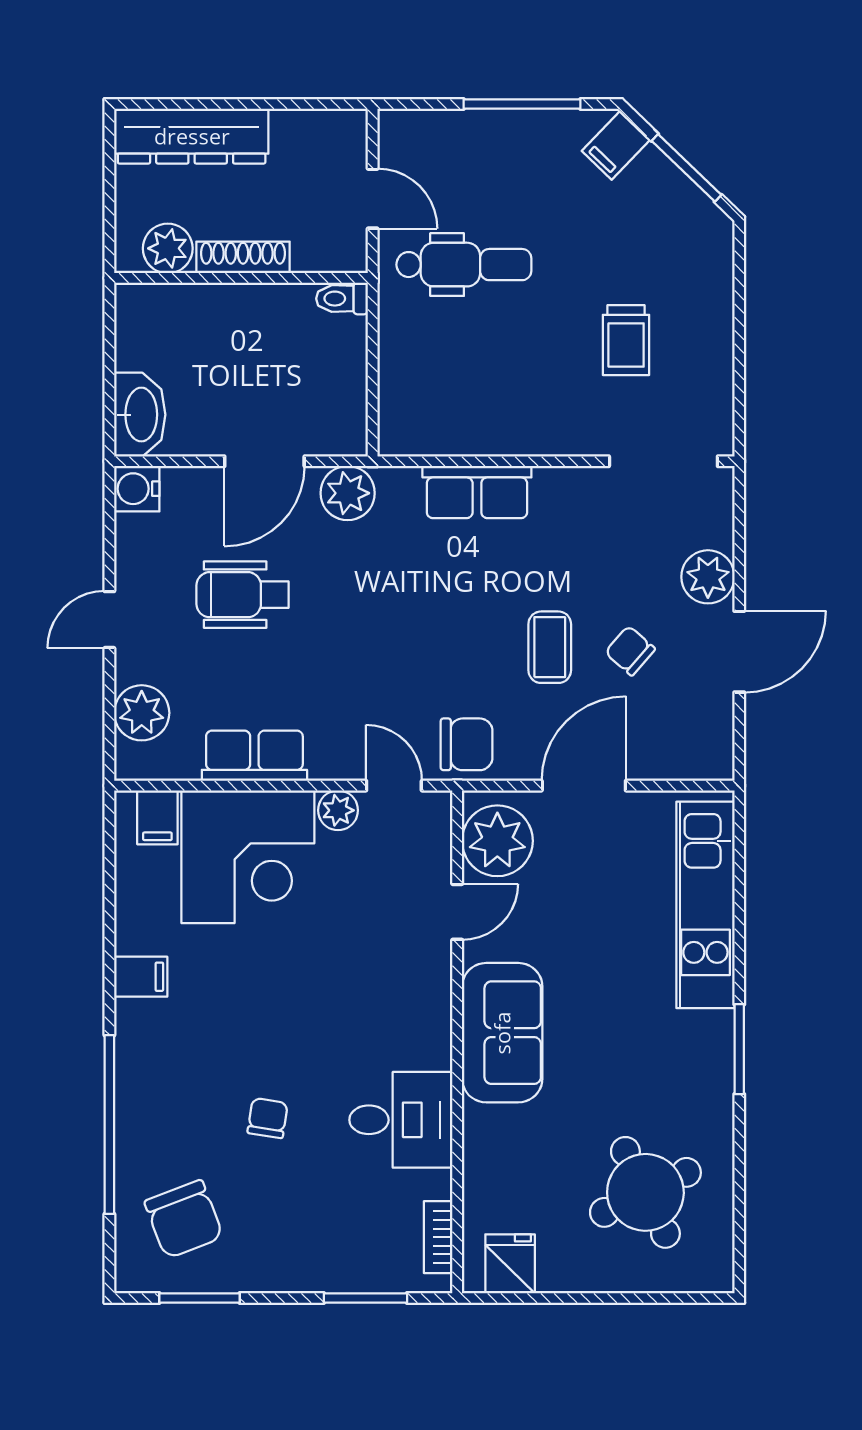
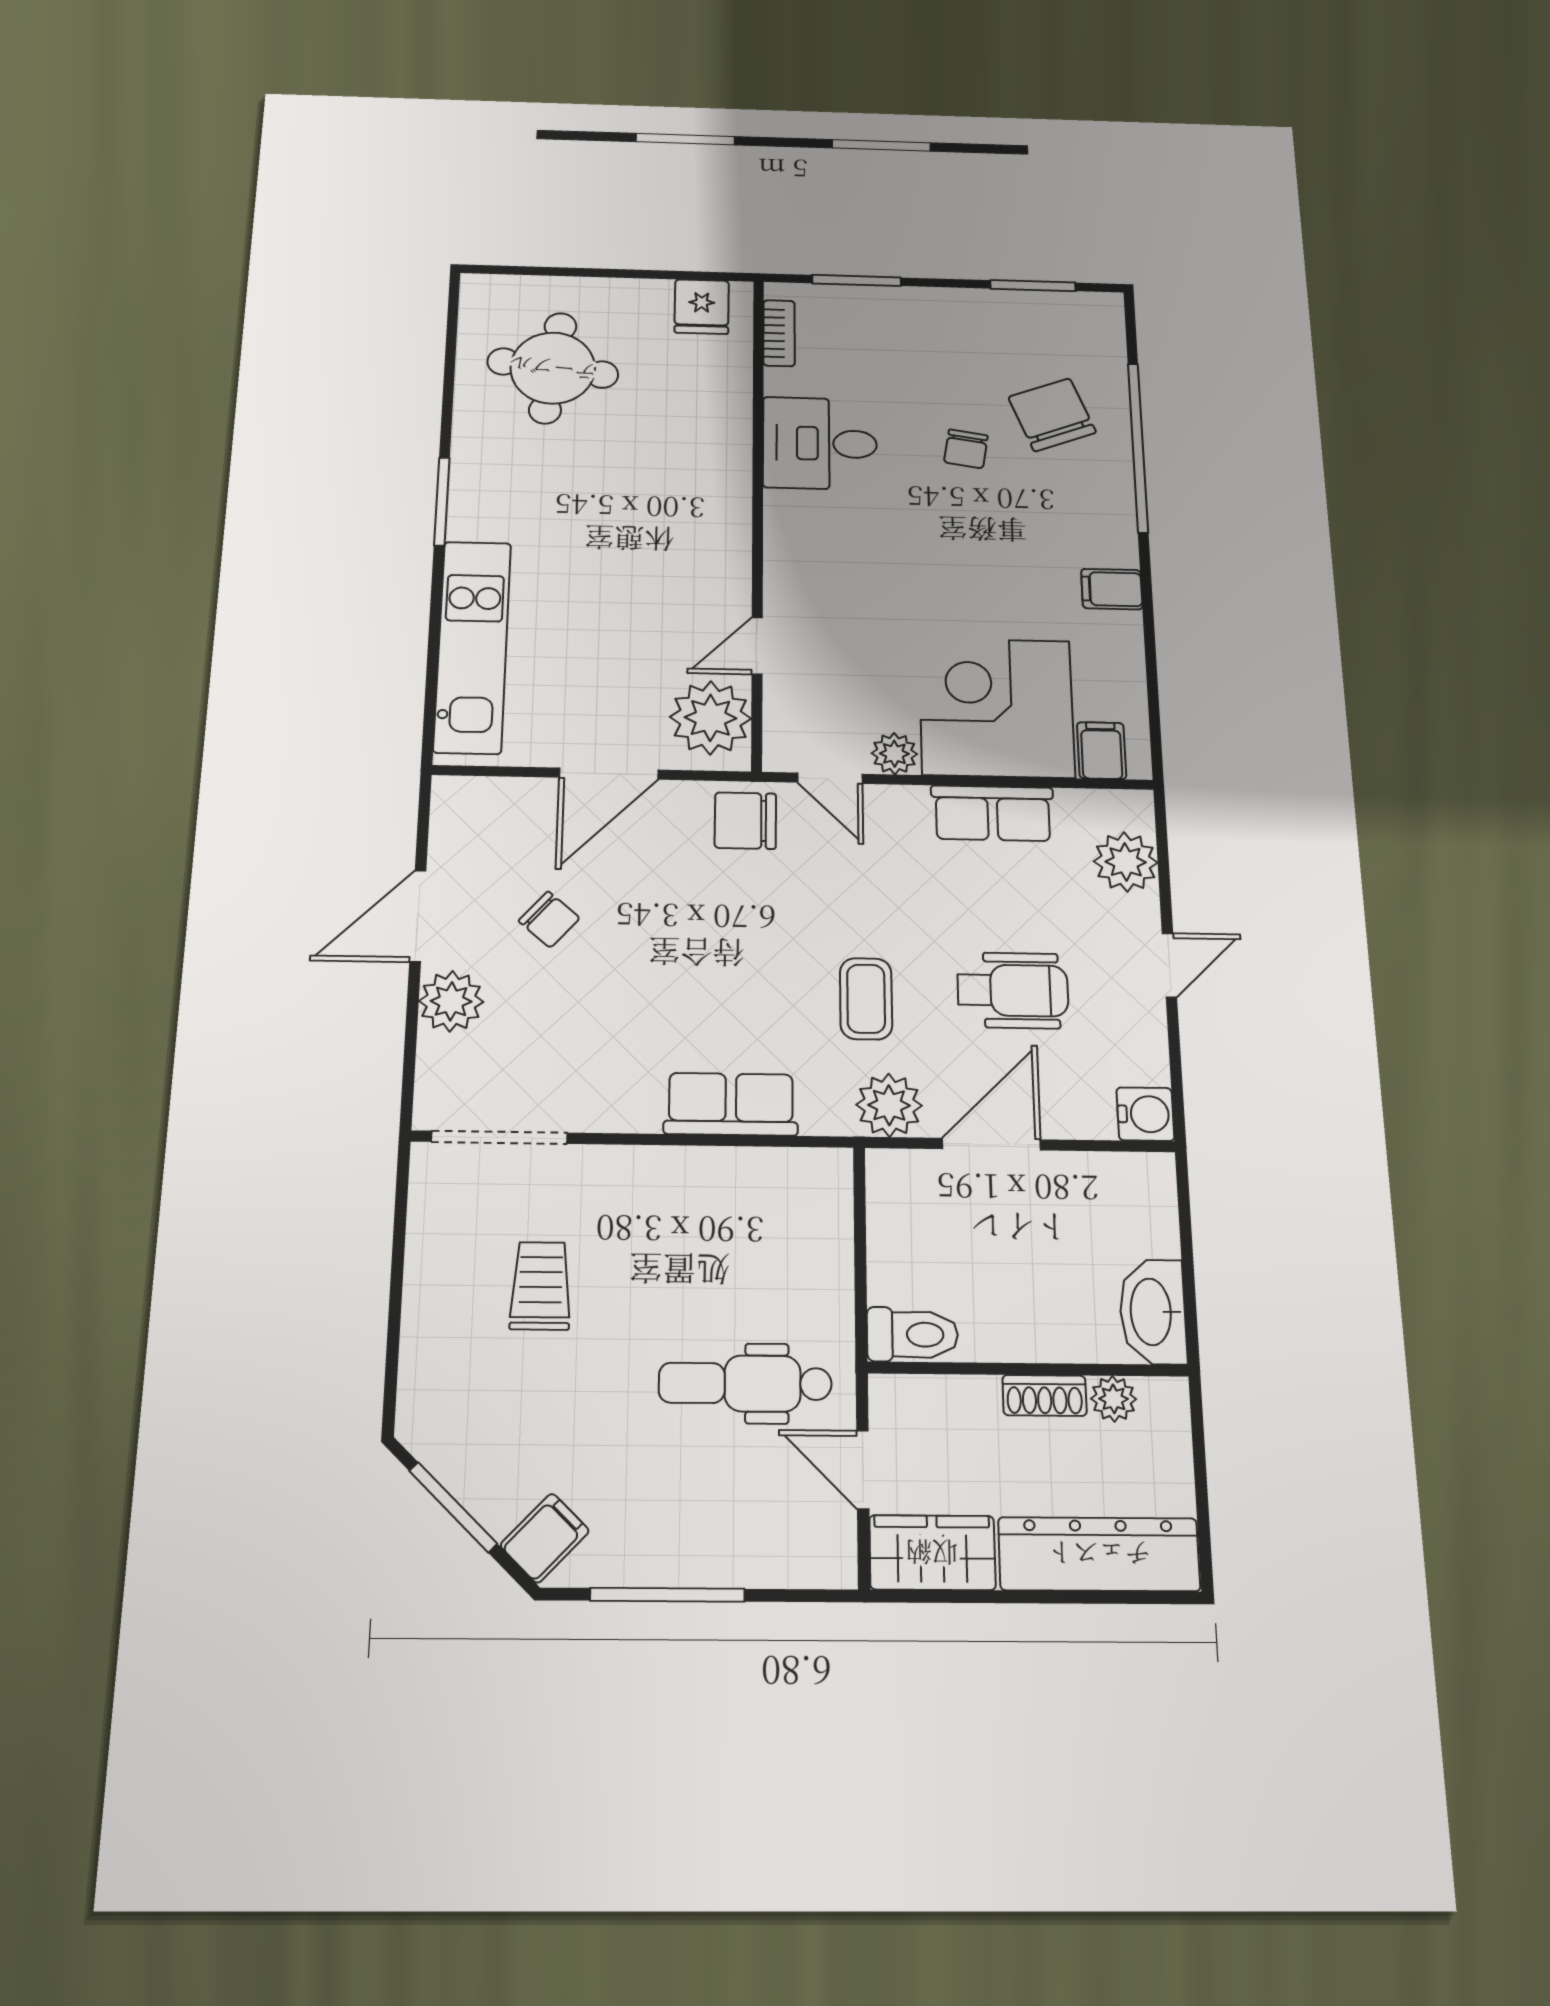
wardrobe: (320, 136) -> (932, 1553), added
plant: (168, 248) -> (1114, 1399), width x0.73, depth x0.73
shoe rack: (243, 257) -> (1044, 1395), width x0.70
toilet: (342, 299) -> (912, 1335), width x1.37, depth x1.39
washbasin: (140, 415) -> (1153, 1312), moved
coffee table: (550, 647) -> (866, 999), moved
sofa: (502, 1033) -> (707, 524), removed
round table: (645, 1192) -> (553, 368), turned 33
chair: (184, 1219) -> (1052, 415), moved

